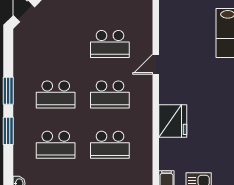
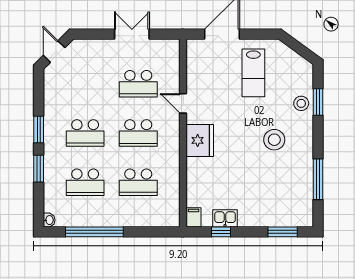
door: (156, 64) -> (183, 103), hinge flipped
fridge: (173, 121) -> (200, 140), moved

